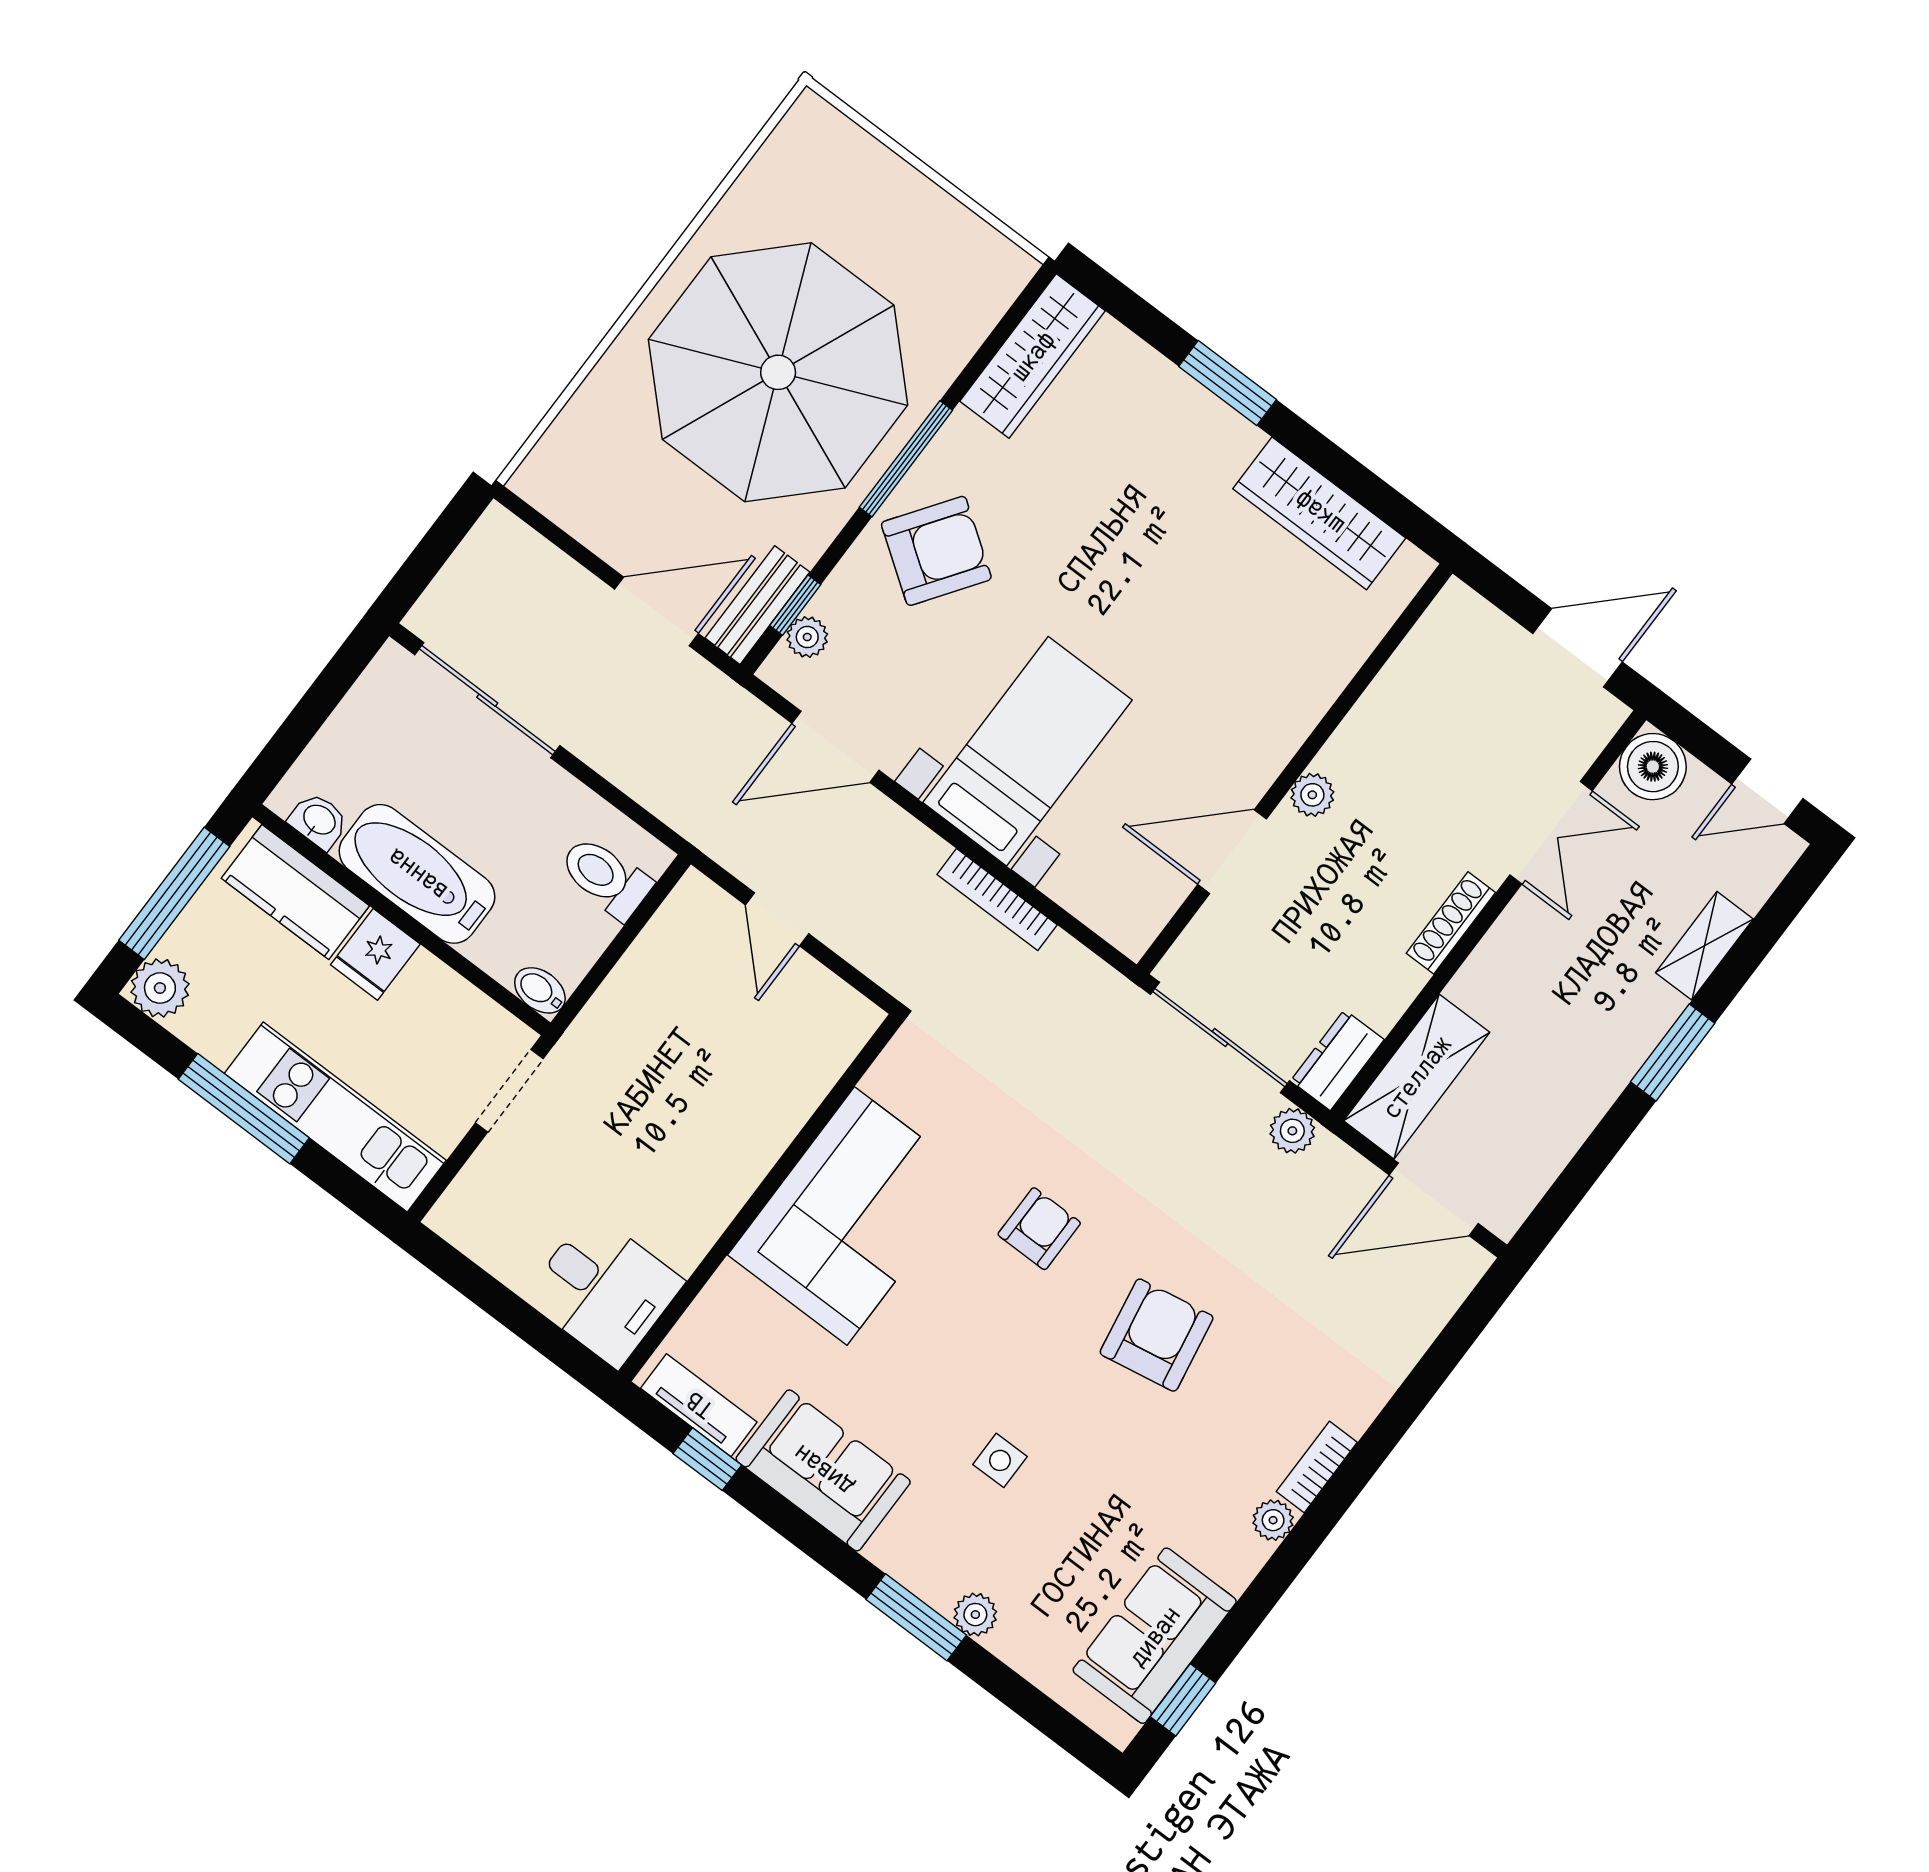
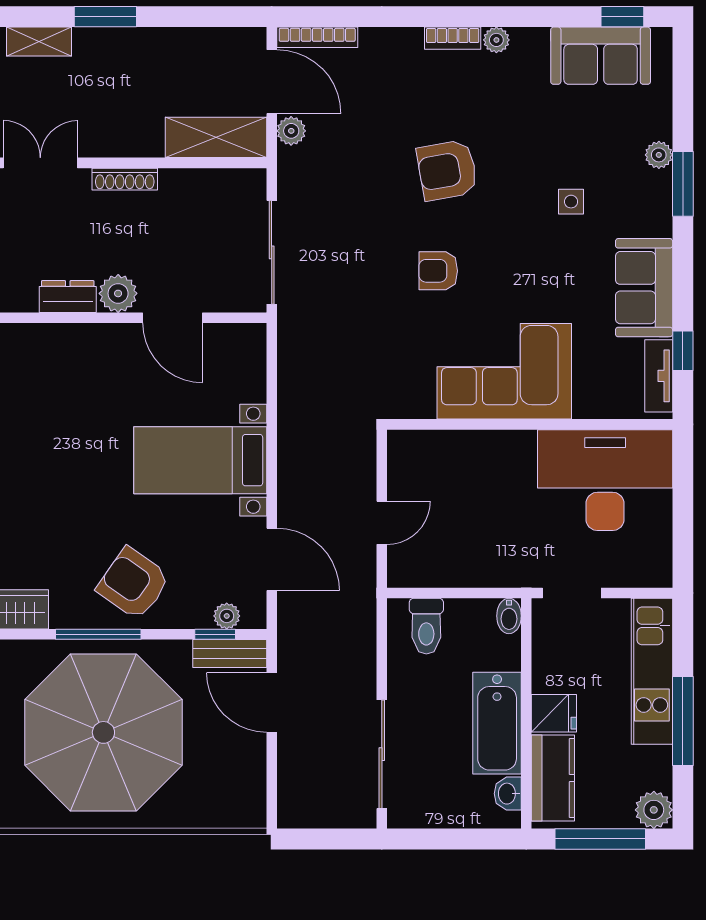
plant: (1312, 795) -> (118, 293), width x1.38, depth x1.38
bookcase: (997, 900) -> (317, 37), moved, turned 90
dresser: (1337, 1060) -> (68, 297), moved, turned 180
plant: (1292, 1131) -> (291, 131), moved
desk: (604, 1290) -> (605, 480), width x1.87, depth x1.30

